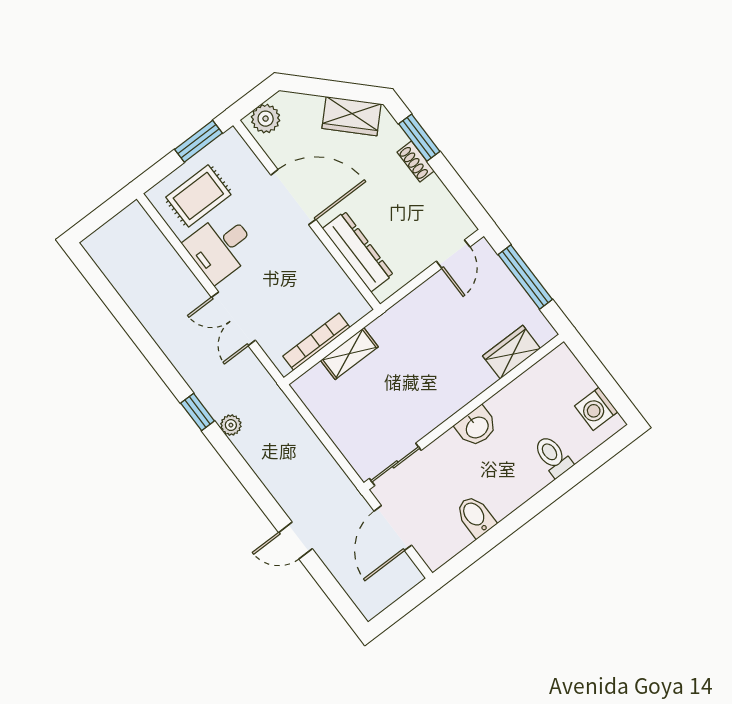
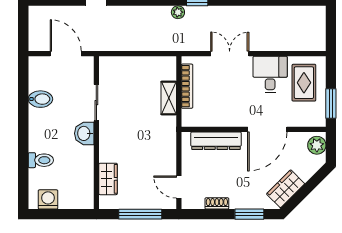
shoe rack: (416, 161) -> (217, 203), moved
sliding door: (395, 464) -> (96, 103), moved

